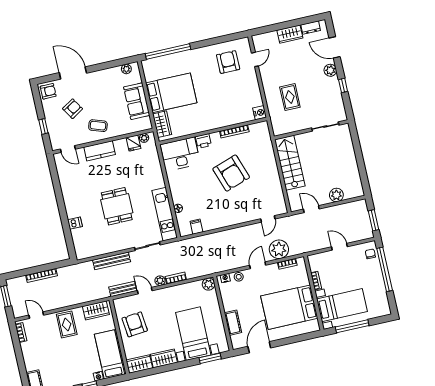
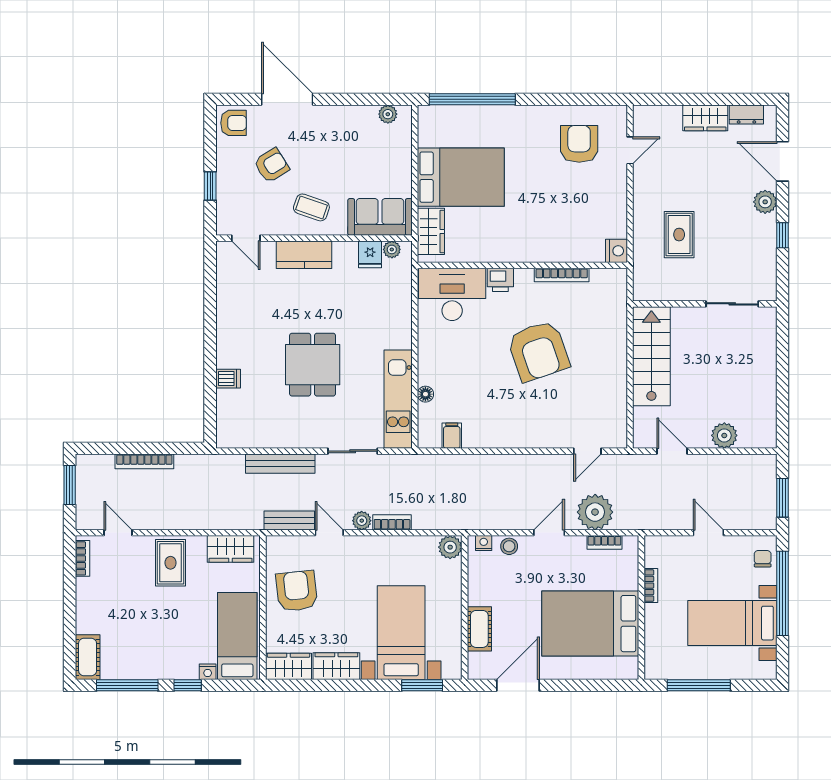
sofa: (137, 101) -> (380, 217), moved, turned 90
bed with nightstands: (342, 305) -> (732, 623), moved, turned 180

